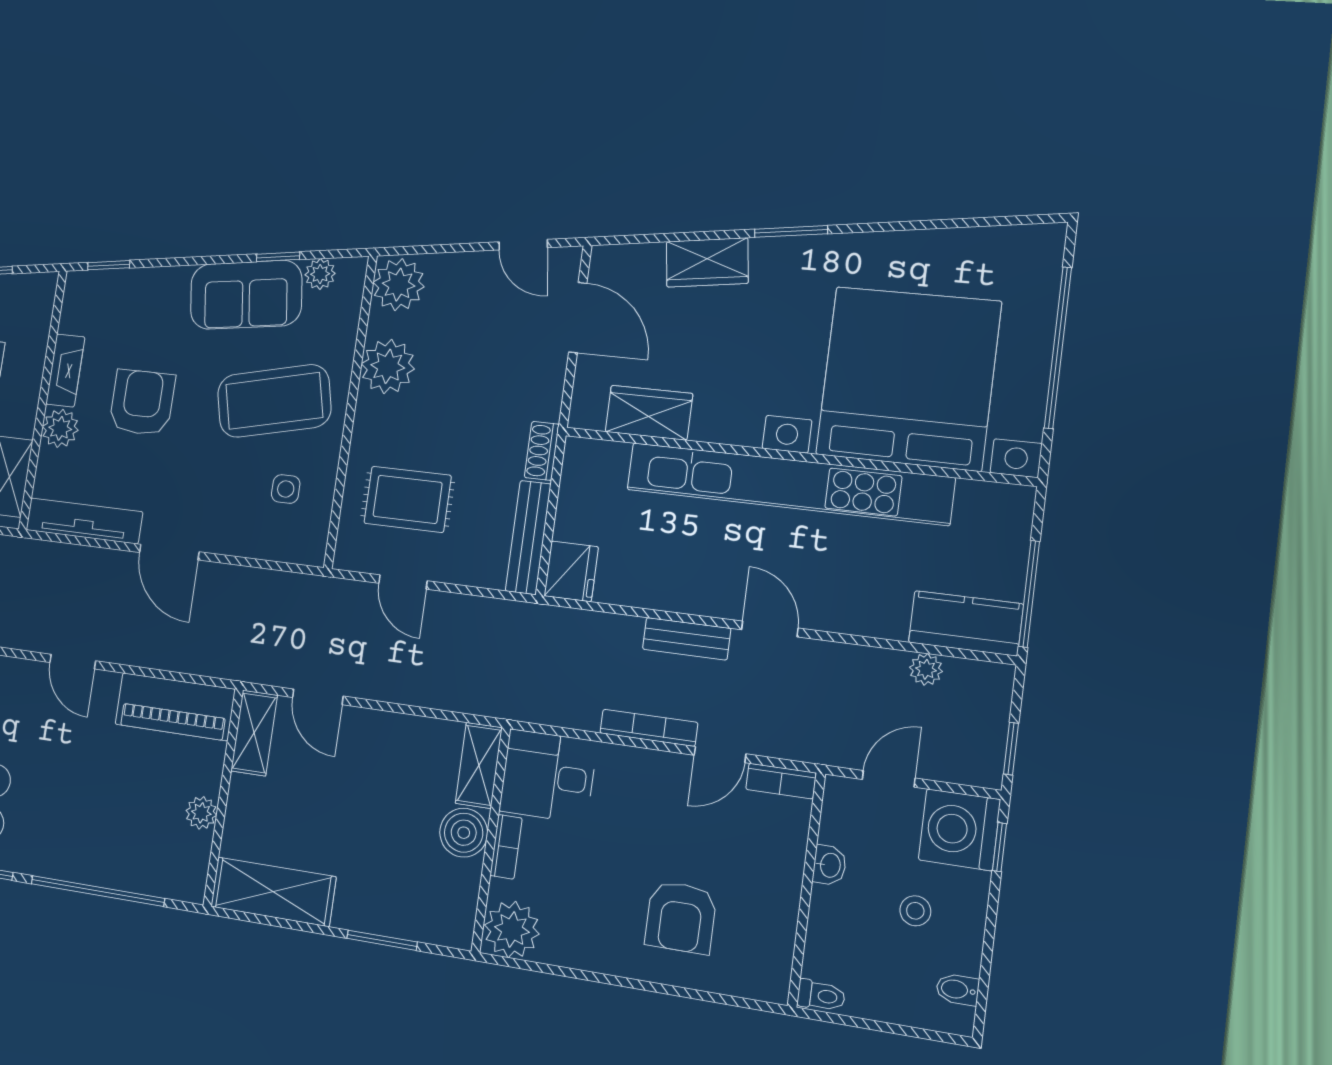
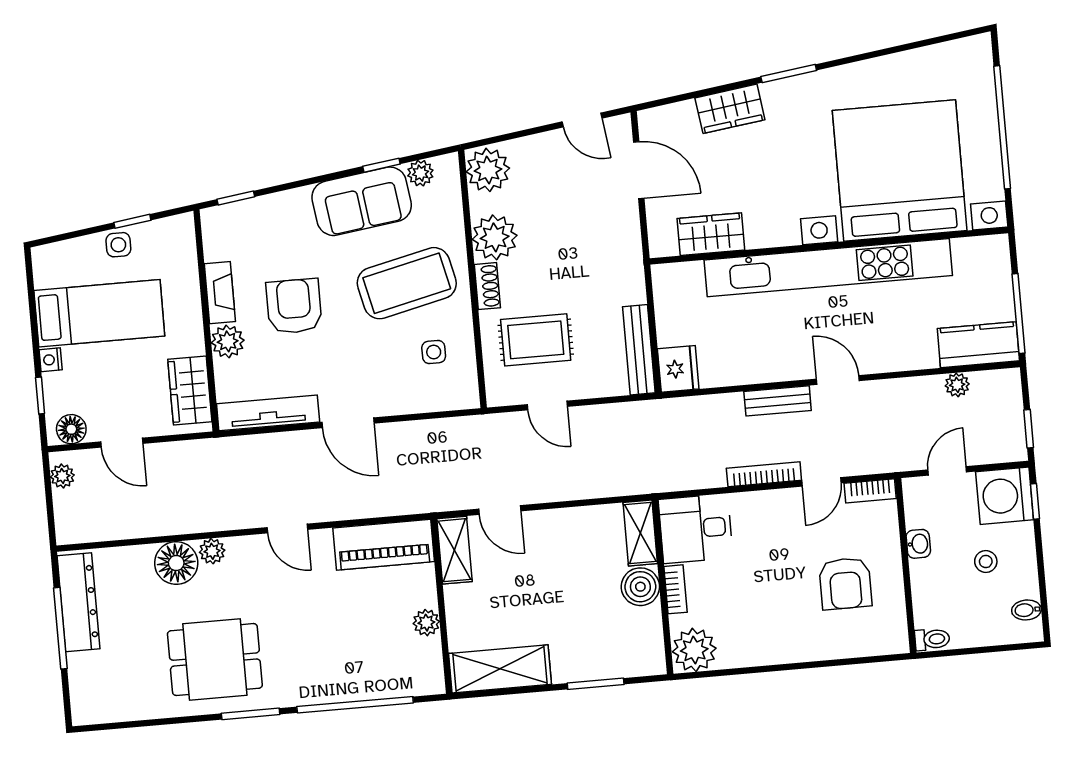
shoe rack: (542, 451) -> (487, 286), moved, turned 180
armchair: (681, 917) -> (845, 583), moved

